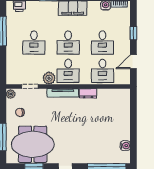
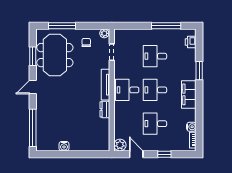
desk: (102, 71) -> (127, 124), removed
plant: (49, 78) -> (120, 145), moved
water cooler: (125, 146) -> (64, 146), moved

